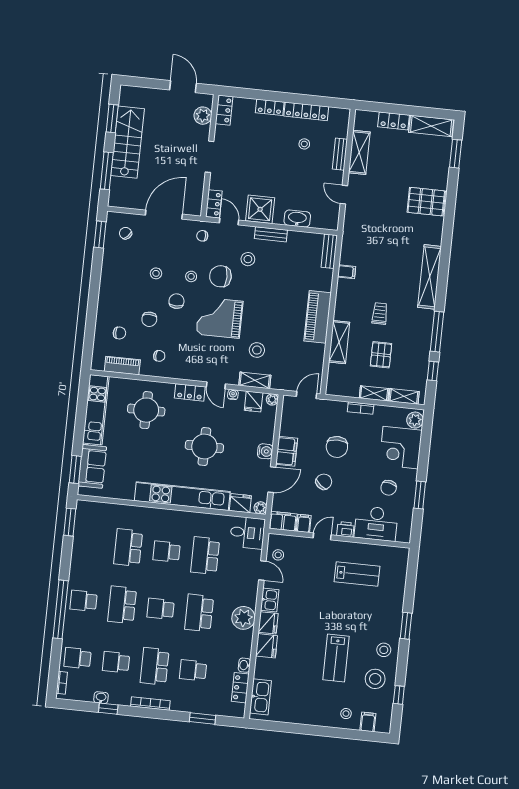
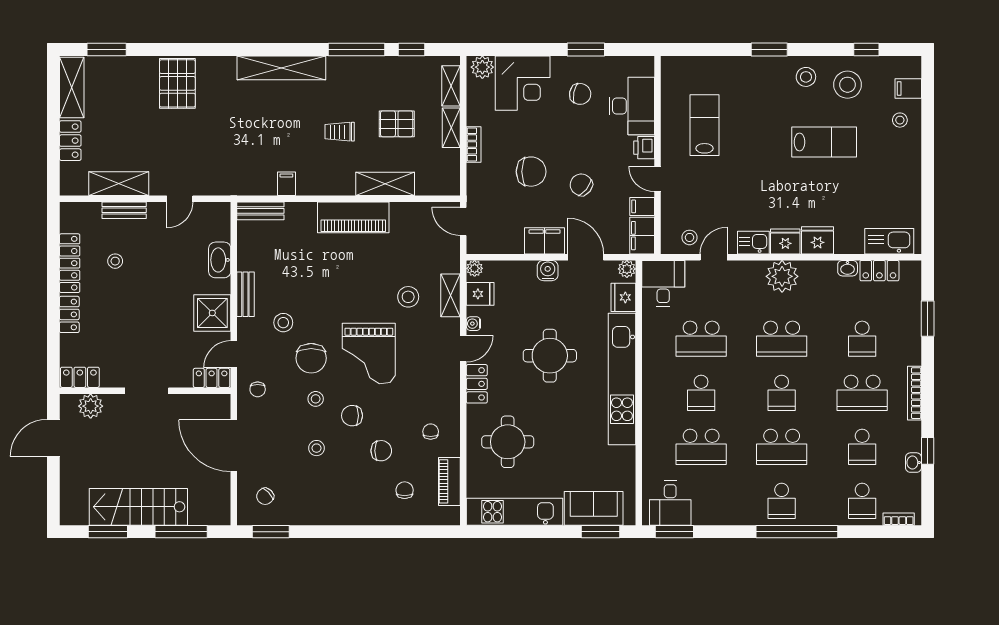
desk: (90, 521) -> (670, 503), added

